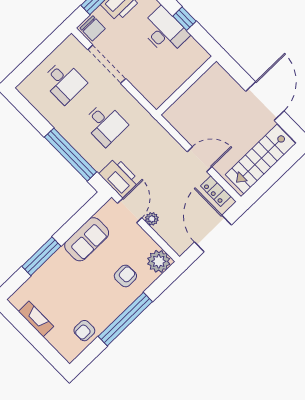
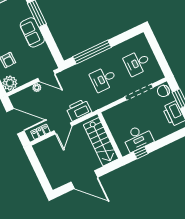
window: (184, 19) -> (141, 153), moved
desk: (164, 31) -> (138, 138), moved
stairs: (260, 159) -> (101, 142), moved, turned 180
printer: (119, 177) -> (79, 110), moved, turned 180
sofa: (87, 239) -> (32, 32), moved

